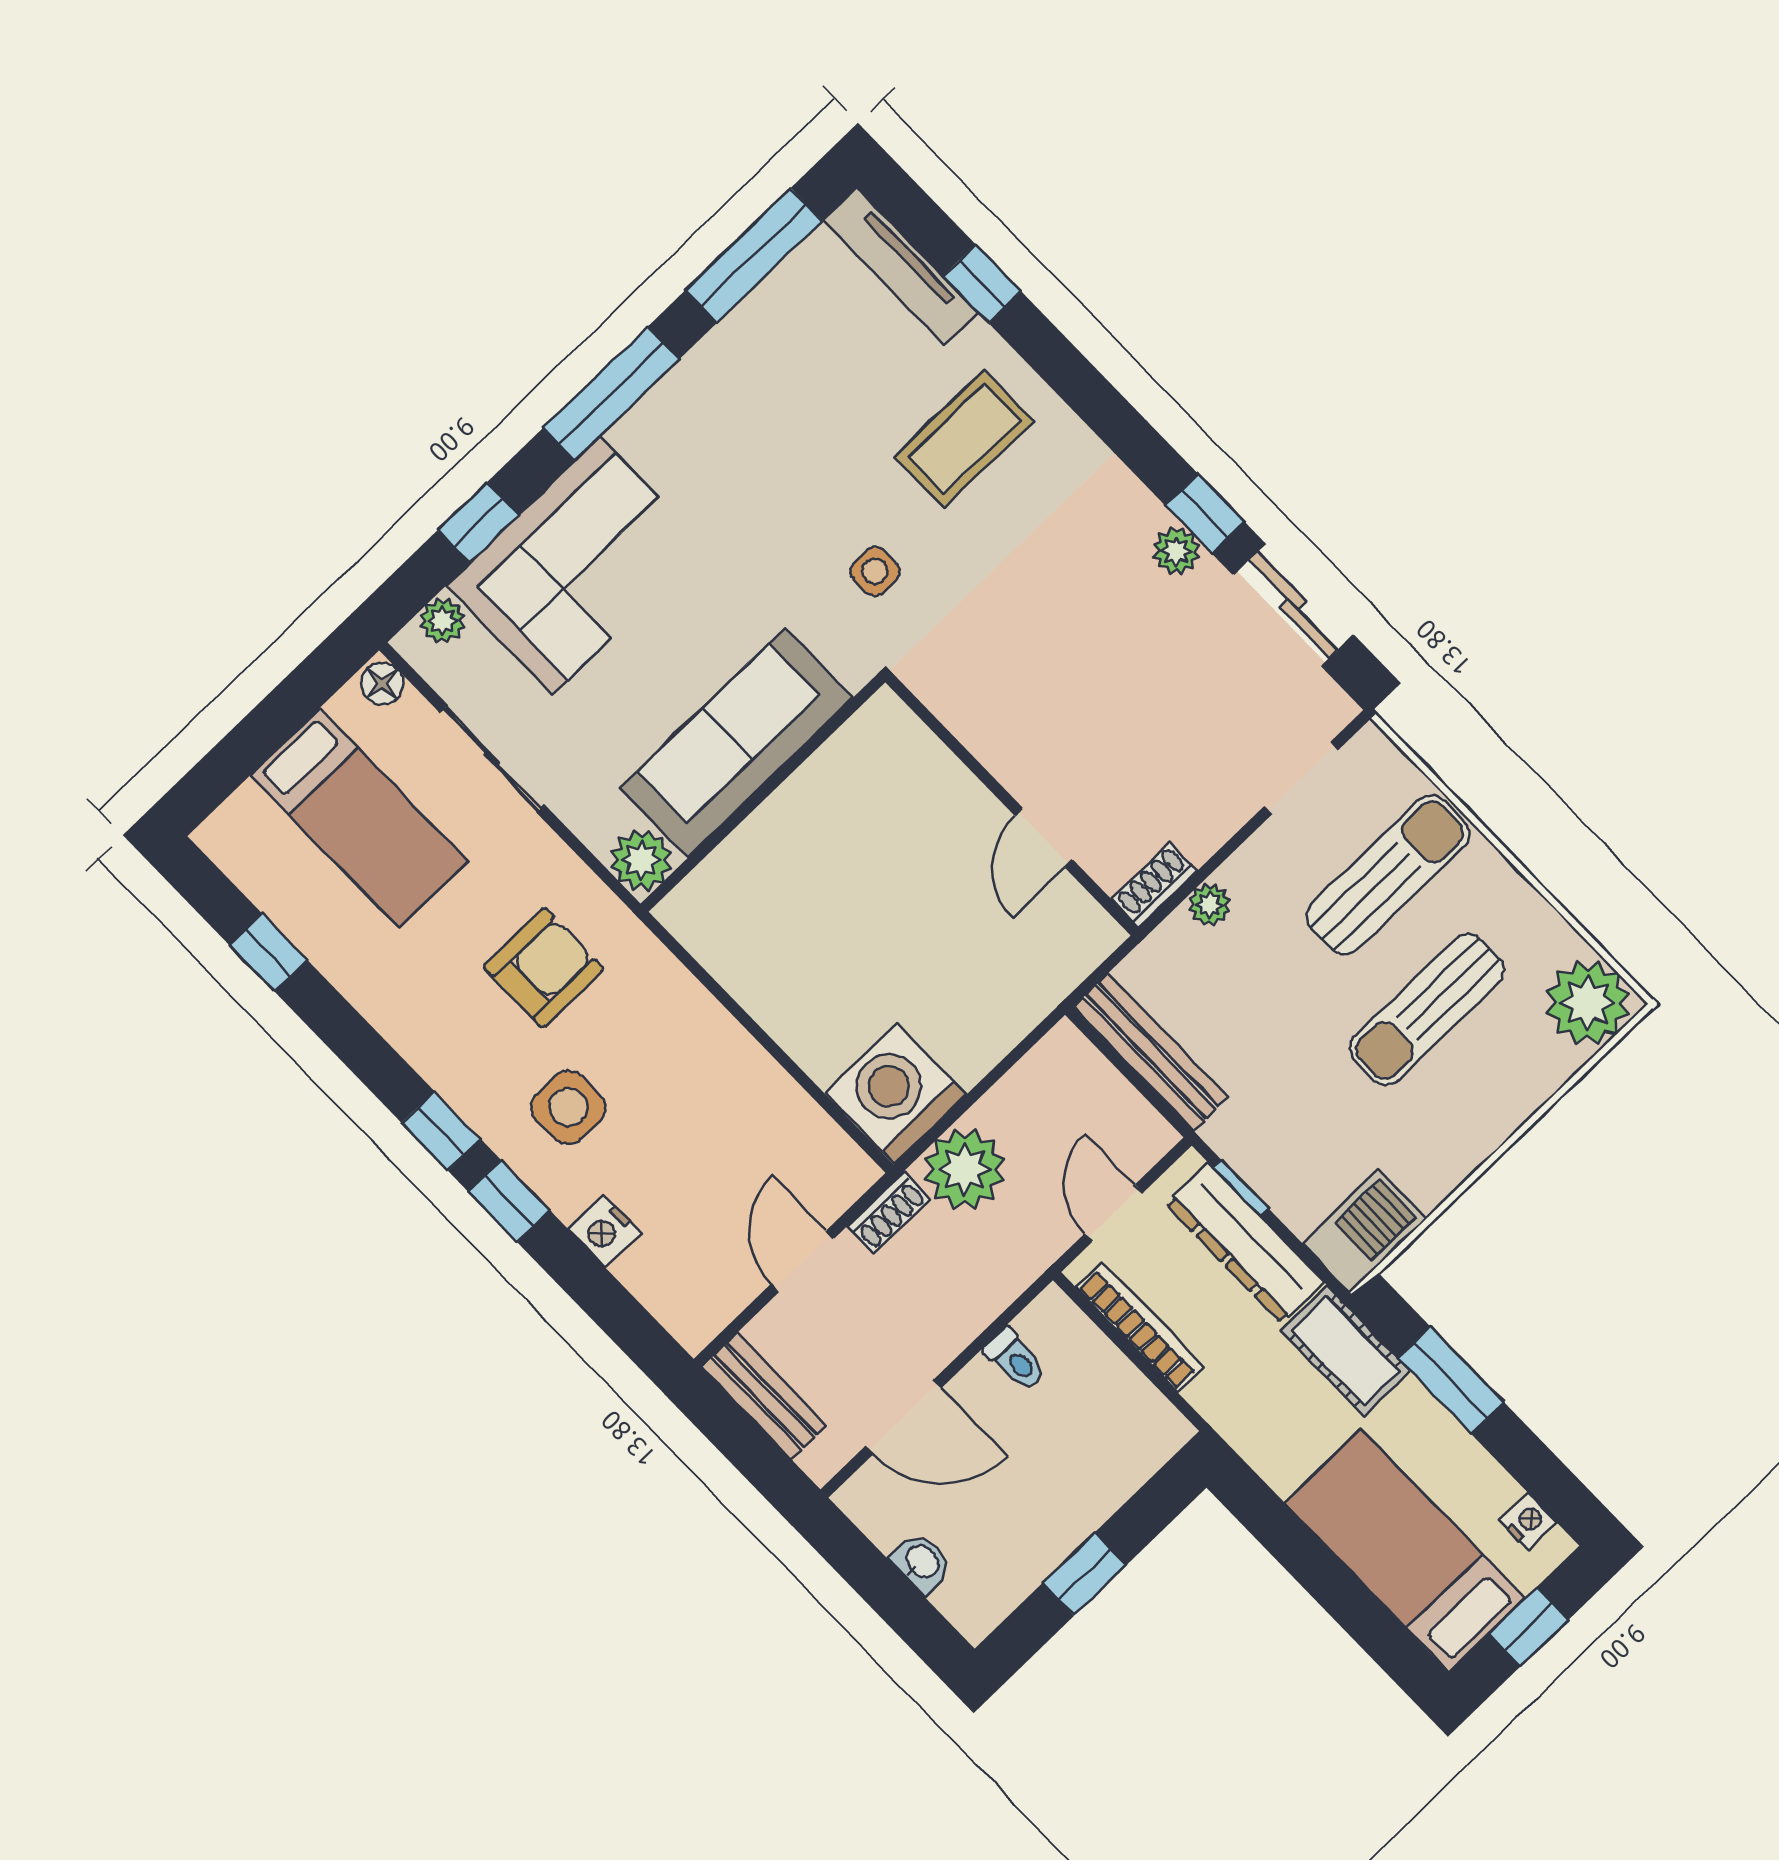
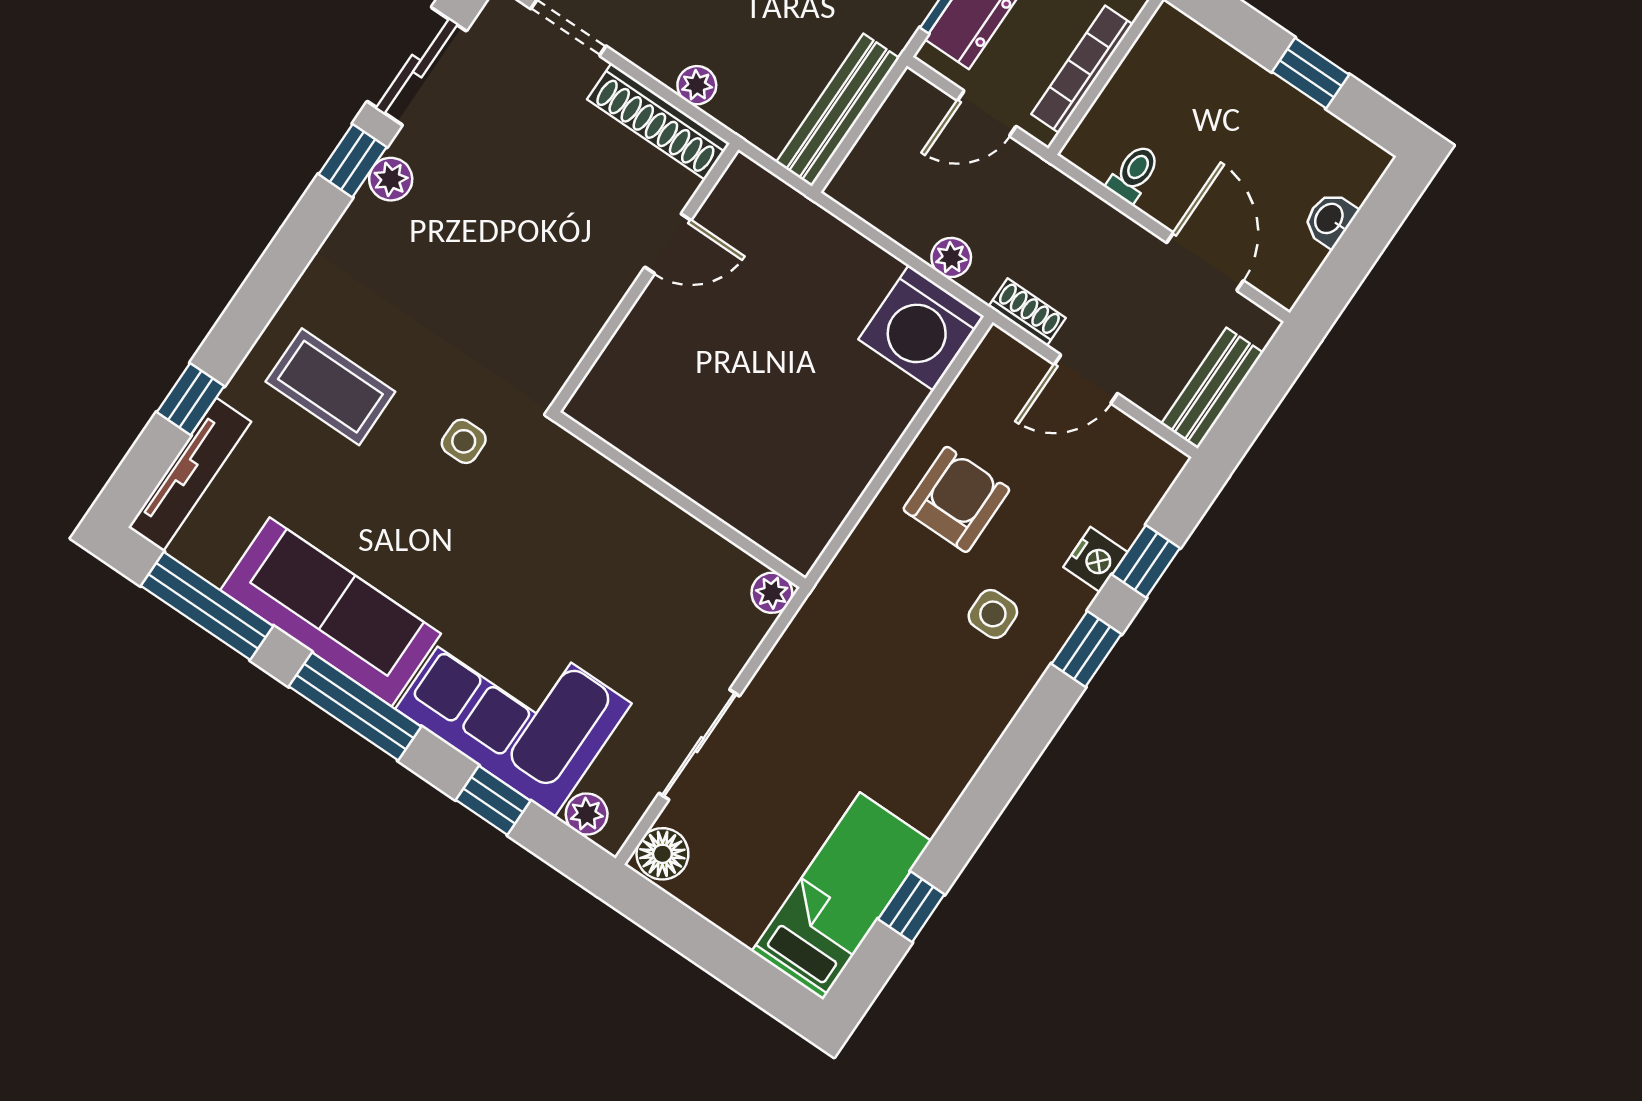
floor lamp: (382, 683) -> (662, 854), width x1.37, depth x1.37
sofa: (737, 742) -> (331, 612), moved, turned 180
bed: (359, 818) -> (841, 896), moved
plant: (641, 860) -> (772, 593), width x0.73, depth x0.73
shoe rack: (1154, 885) -> (658, 121), width x1.94, depth x1.24
armchair: (544, 968) -> (956, 499), moved, turned 90
side table: (568, 1107) -> (993, 614), width x0.73, depth x0.73
window: (441, 1131) -> (1146, 561), moved
plant: (965, 1169) -> (951, 257), width x0.53, depth x0.53

